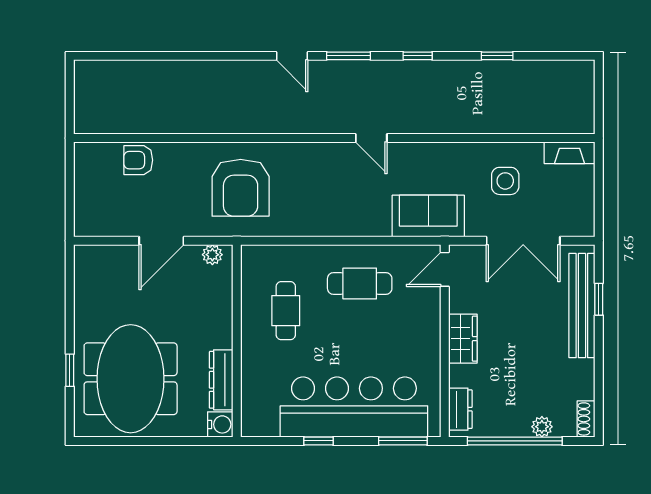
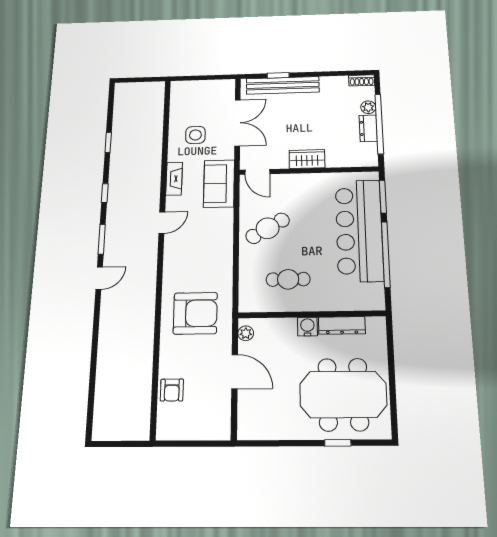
fireplace: (570, 153) -> (174, 179), moved
cafe table: (360, 284) -> (268, 228), turned 59
dresser: (460, 409) -> (368, 128), moved, turned -90
water cooler: (220, 424) -> (307, 327), moved
window: (319, 441) -> (386, 254), width x3.17

